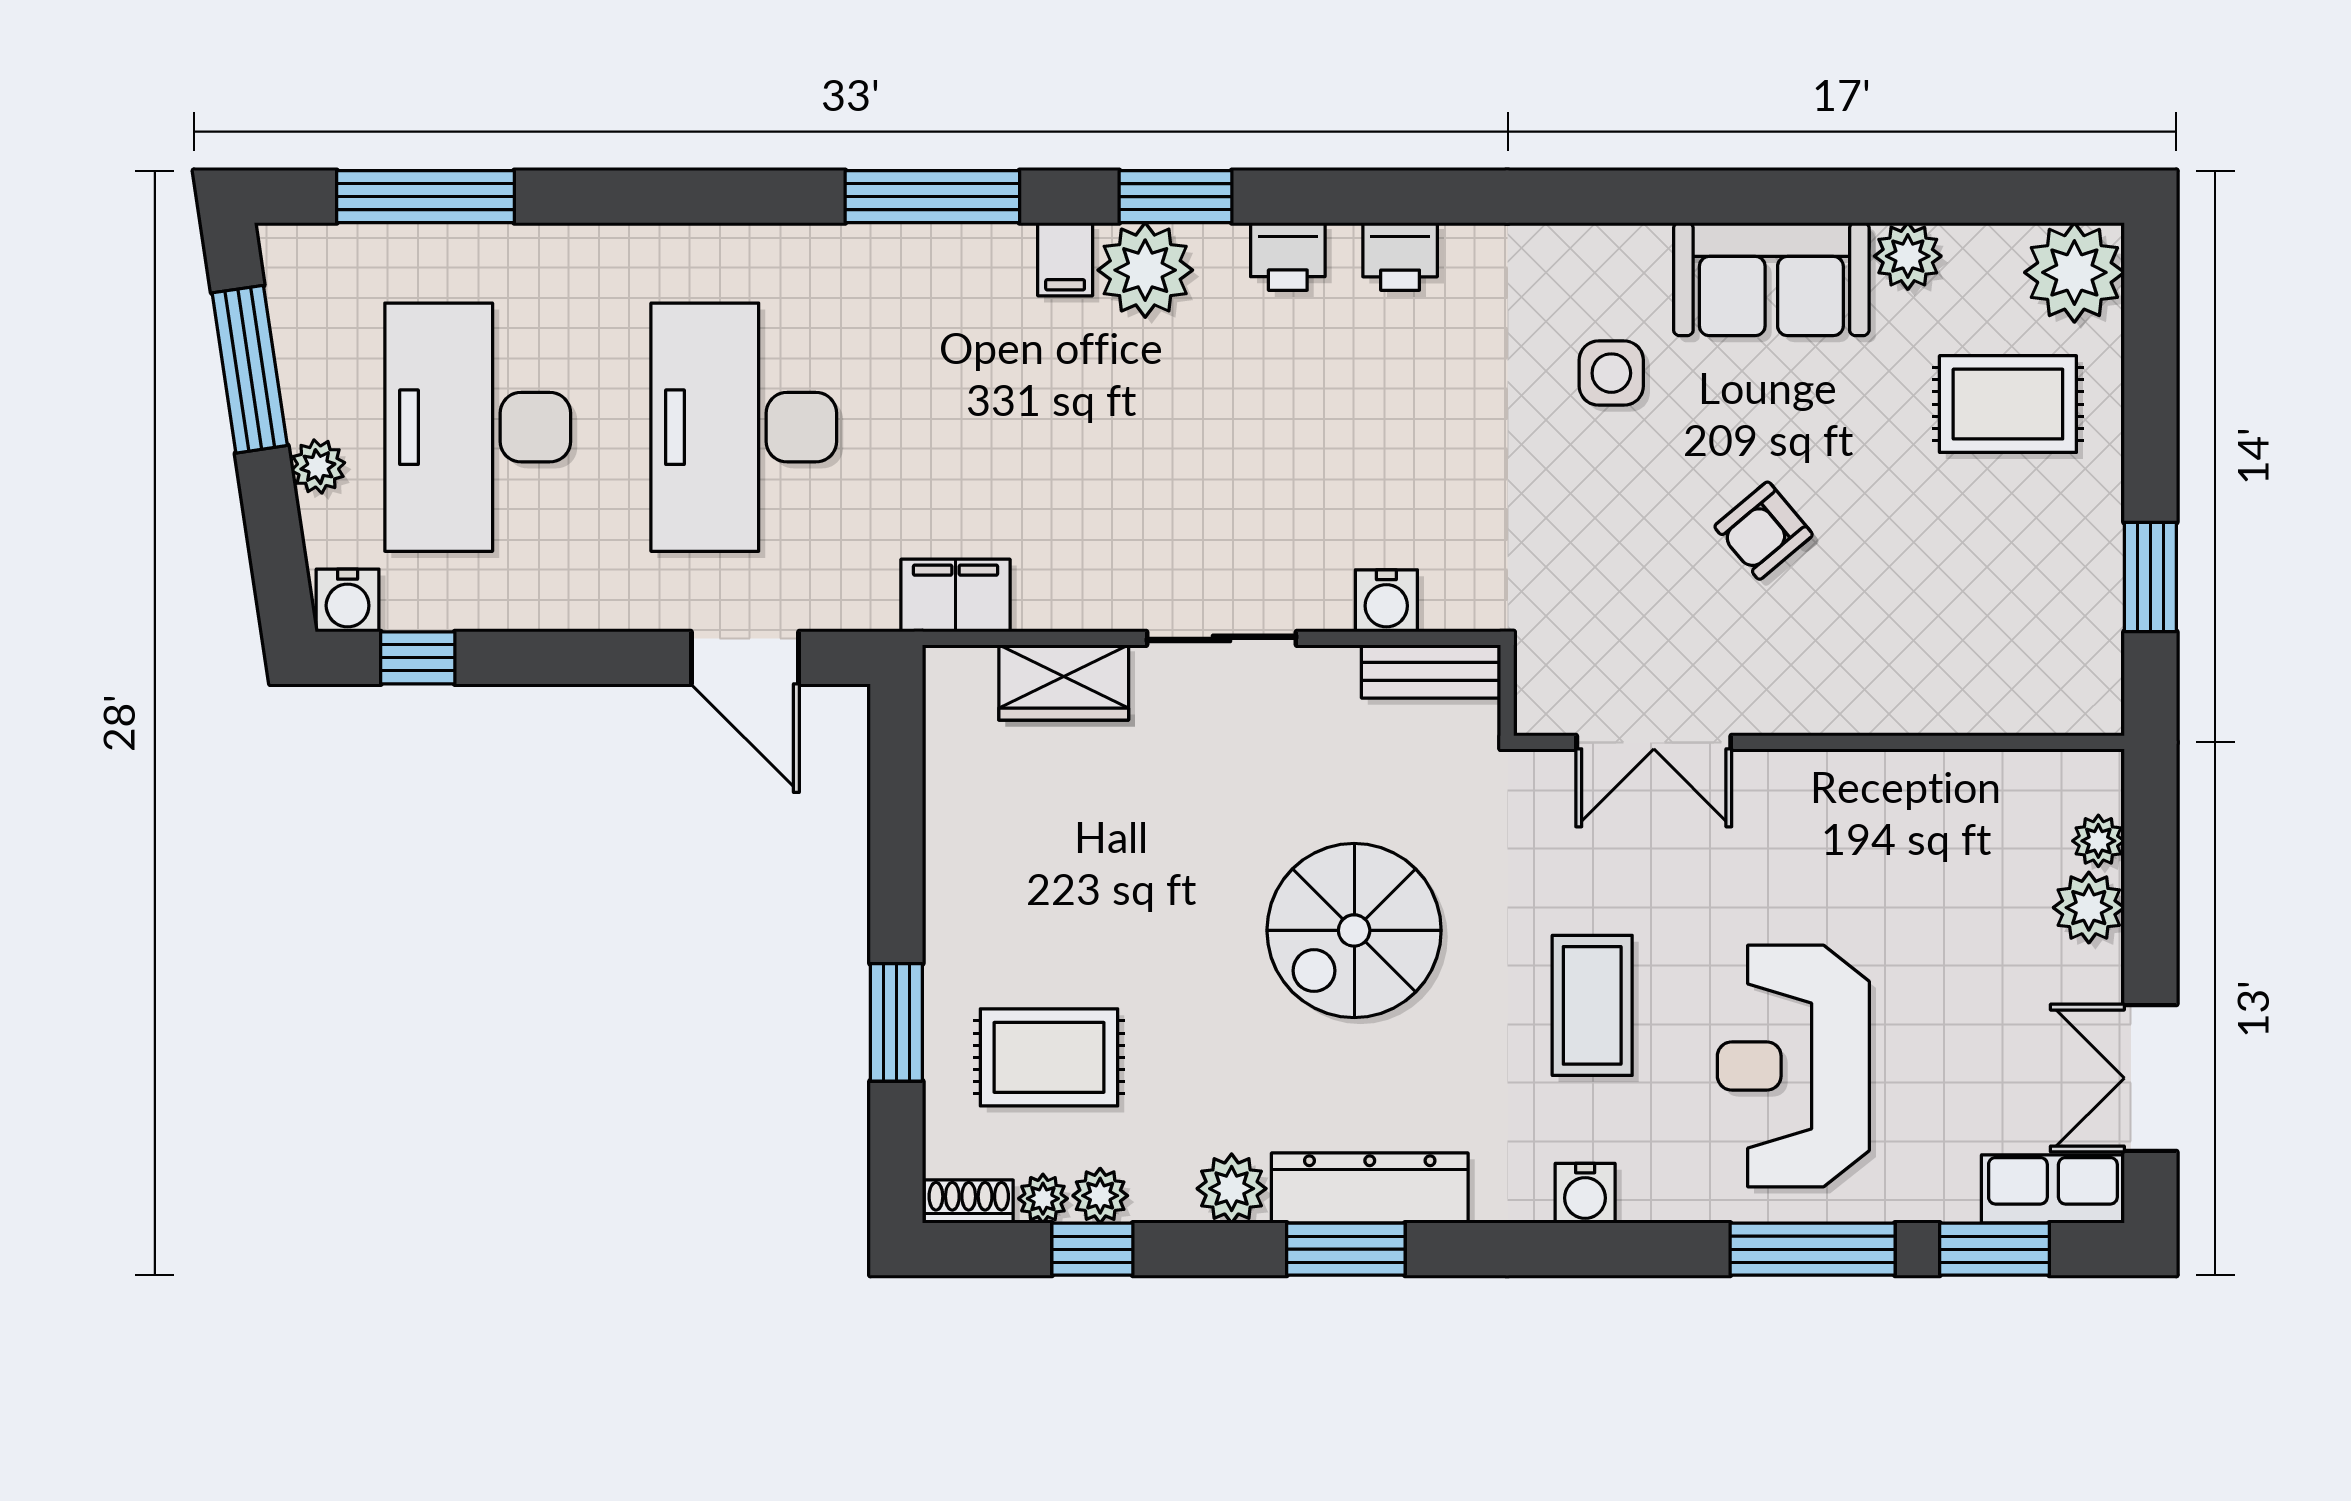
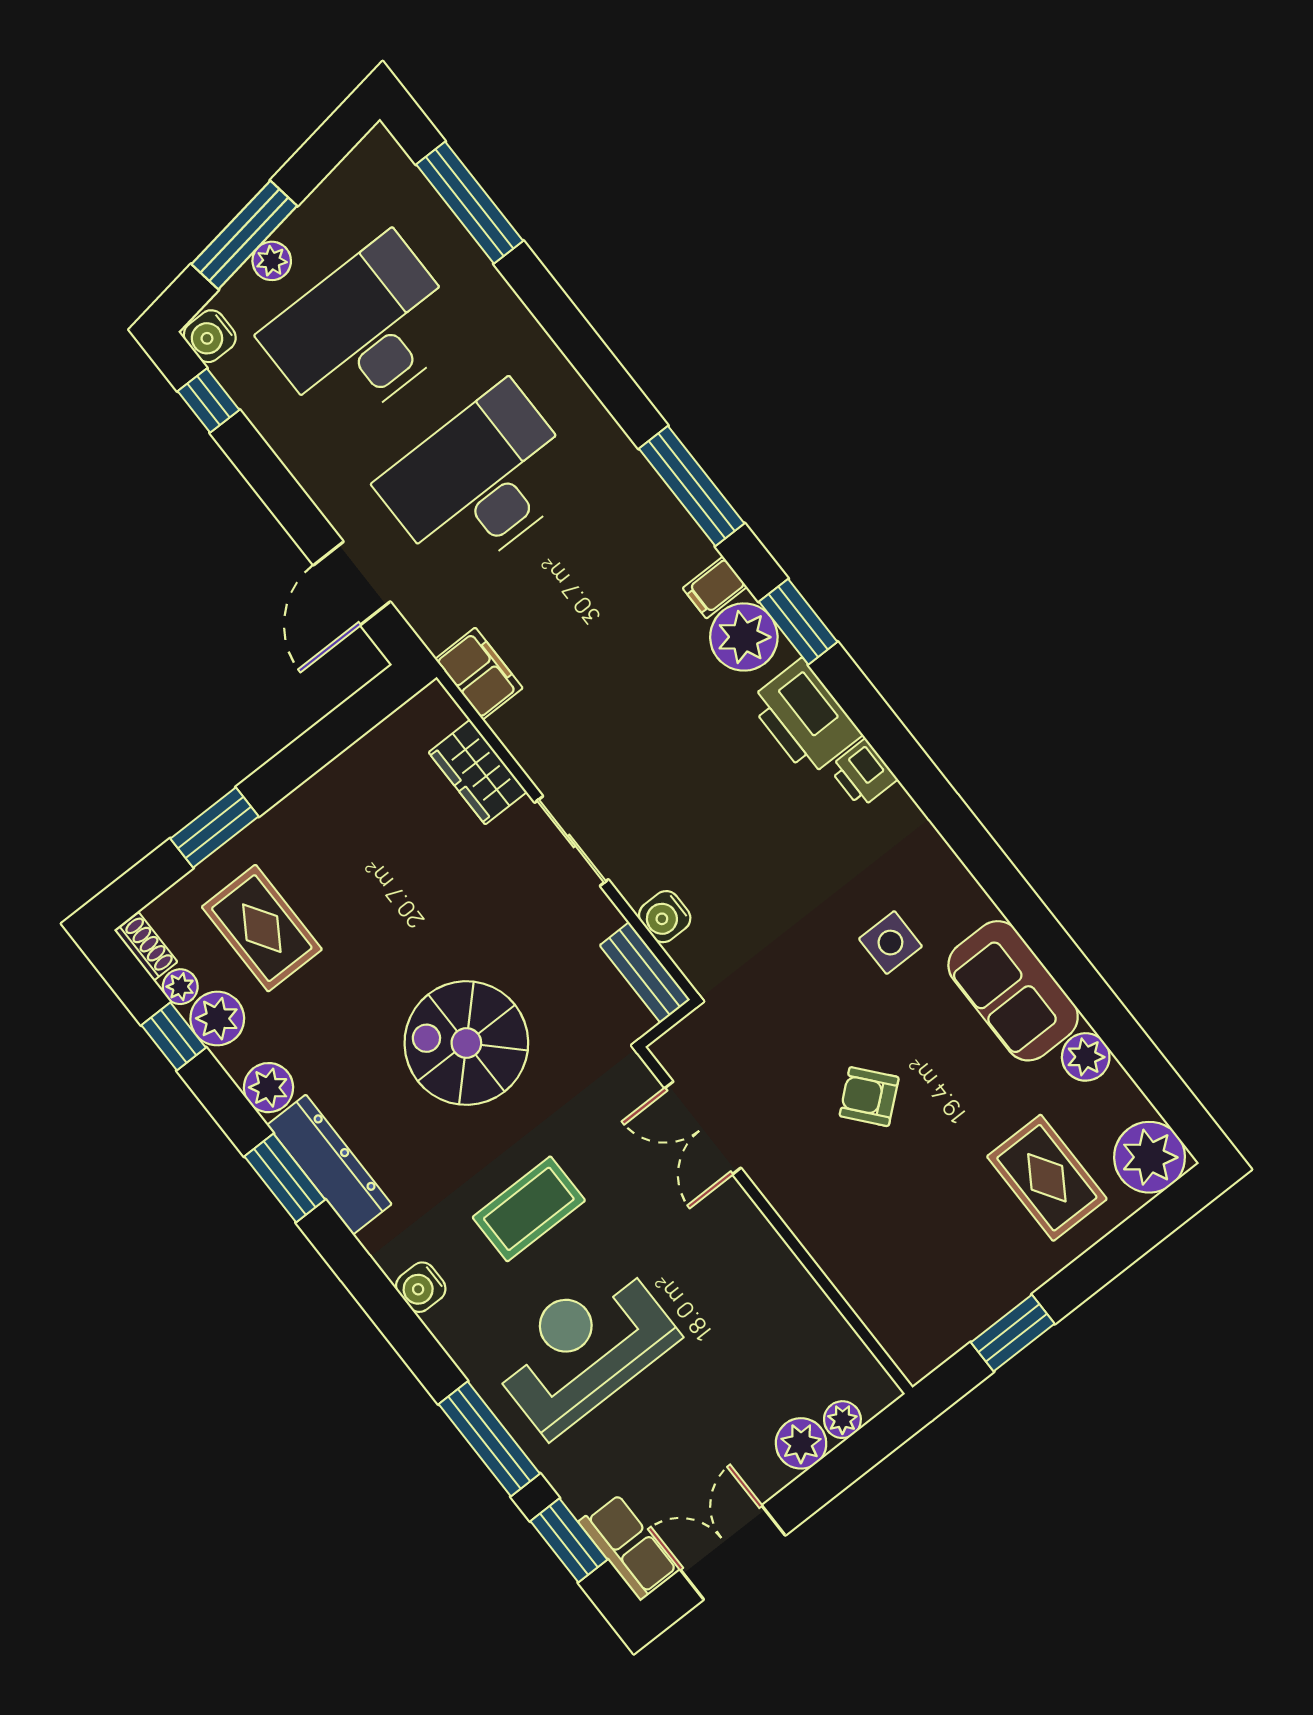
printer: (1288, 256) -> (805, 718), width x1.87, depth x1.48
window: (250, 369) -> (244, 235), moved
plant: (1100, 1196) -> (217, 1019), width x1.38, depth x1.38

